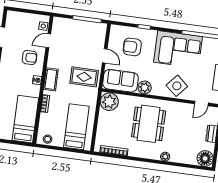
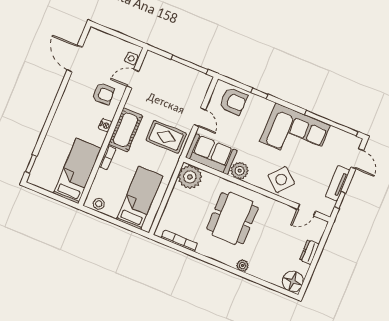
armchair: (132, 47) -> (233, 101), moved, turned 180
cot: (51, 79) -> (125, 130), width x1.37, depth x1.34

